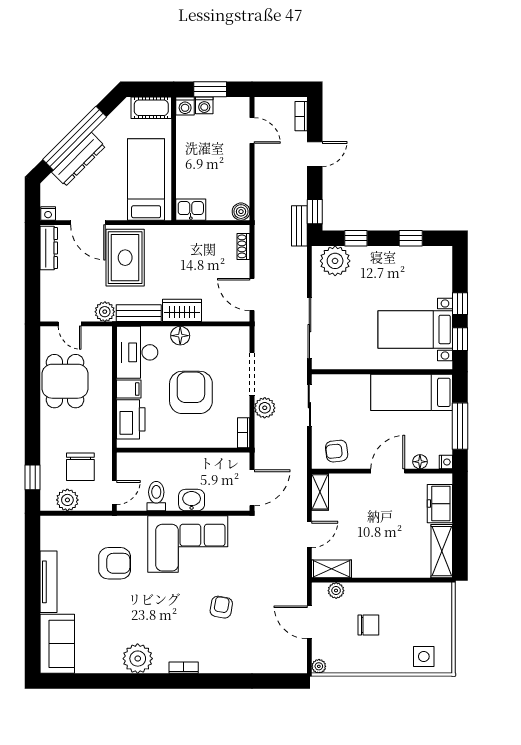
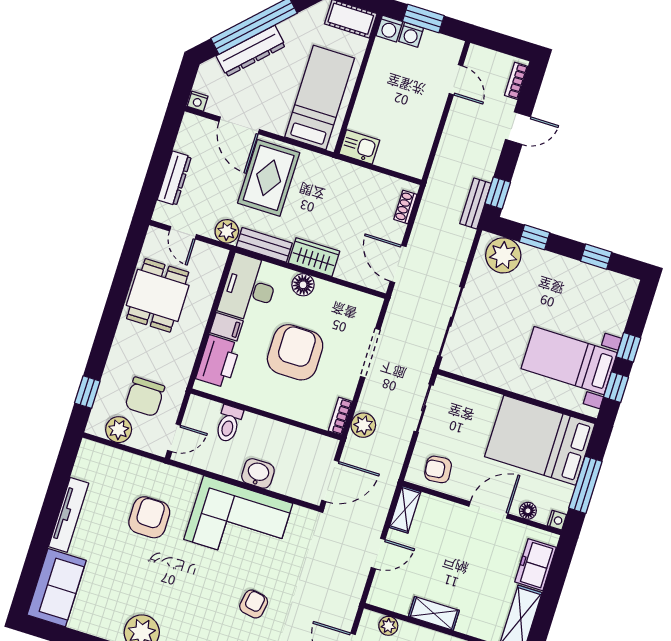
boiler: (241, 212) -> (415, 167), removed
dresser: (49, 248) -> (174, 178), moved
bed: (412, 392) -> (540, 440), width x1.50
plant: (265, 408) -> (363, 425), moved
toilet: (156, 496) -> (229, 424), moved, turned 180
armchair: (115, 563) -> (149, 517), turned -90
shelving: (332, 569) -> (434, 613), moved

